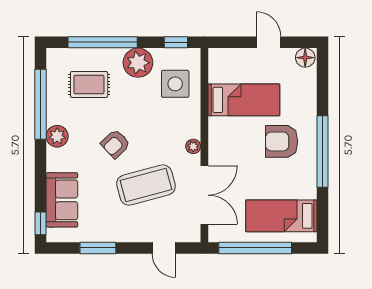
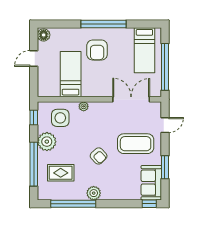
rug: (89, 84) -> (61, 173), turned 90
plant: (193, 146) -> (84, 106), moved
coffee table: (146, 185) -> (136, 144), moved, turned -75
sofa: (62, 200) -> (151, 183), moved, turned -90

